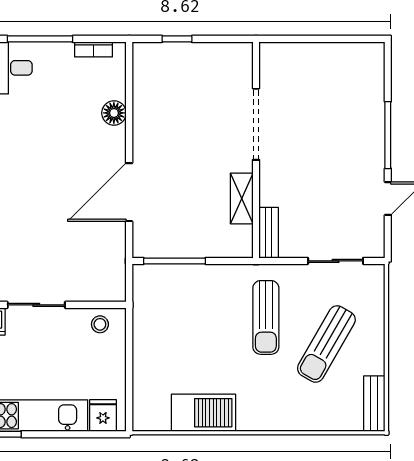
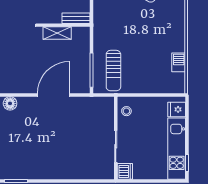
door: (129, 192) -> (54, 95), swing flipped
sun lounger: (266, 317) -> (113, 71), moved, turned 90
barbecue: (204, 413) -> (179, 62), width x0.53, depth x0.65

